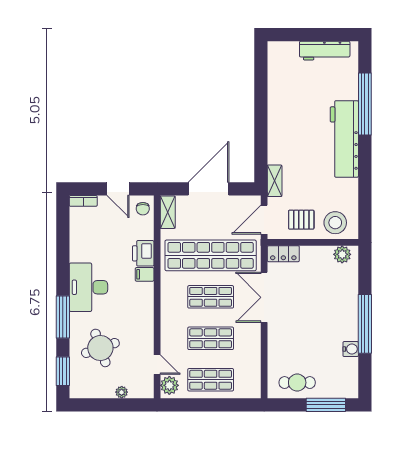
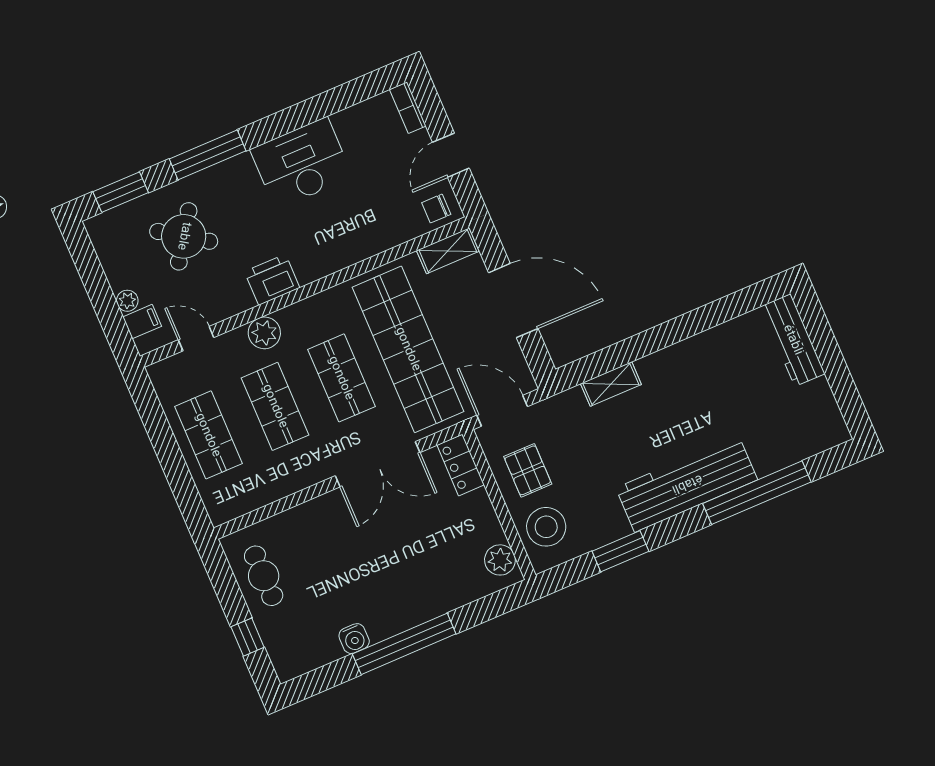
workbench: (325, 51) -> (793, 340), moved
shelving: (275, 181) -> (611, 384), moved
window: (365, 189) -> (620, 551), added
printer: (143, 253) -> (272, 280), moved
filing cabinet: (145, 274) -> (142, 322), moved, turned 90
desk: (88, 287) -> (301, 163), moved
double door: (264, 297) -> (378, 464), swing flipped
round table: (100, 348) -> (184, 236), turned -37
door: (157, 365) -> (196, 339), swing flipped
plant: (169, 385) -> (264, 333), moved
window: (326, 405) -> (248, 637), width x0.46

